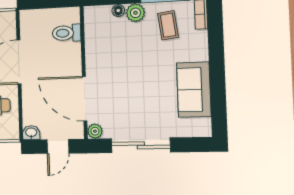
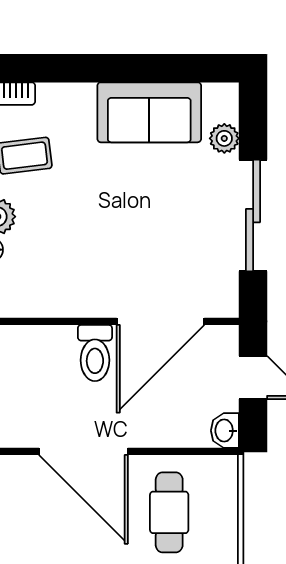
toilet: (67, 33) -> (95, 353), moved
plant: (95, 131) -> (224, 138), moved

